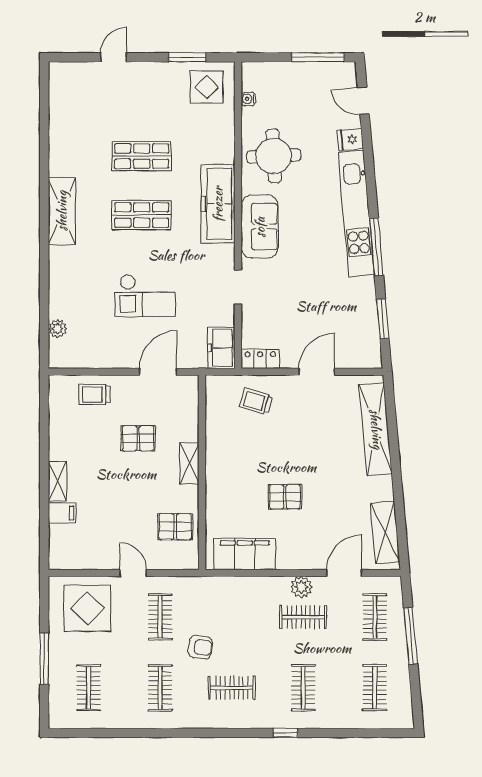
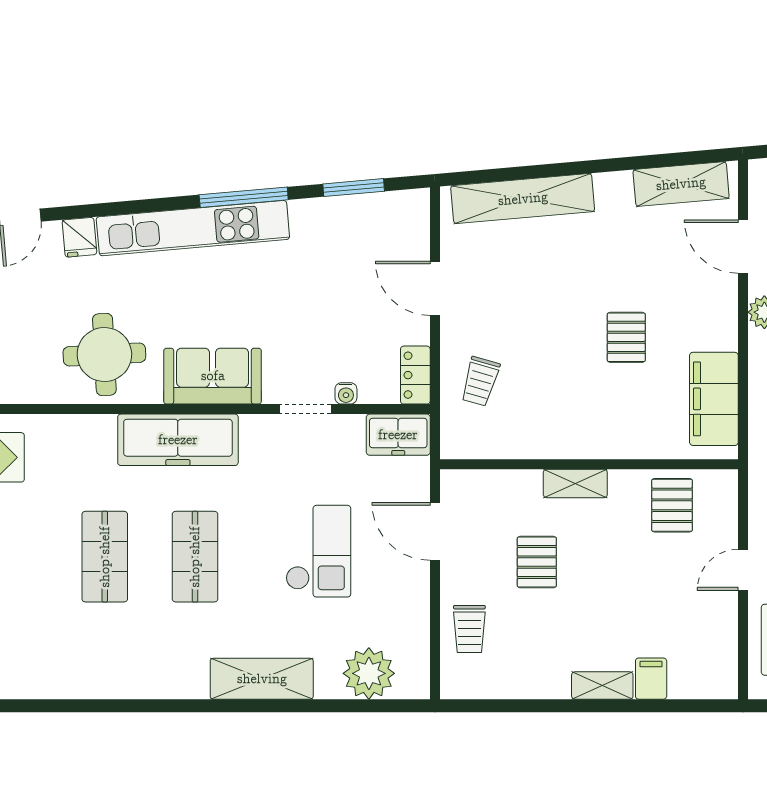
water cooler: (248, 99) -> (346, 393), moved
shelving: (62, 211) -> (262, 679), moved
plant: (57, 329) -> (369, 673), width x1.87, depth x1.87

